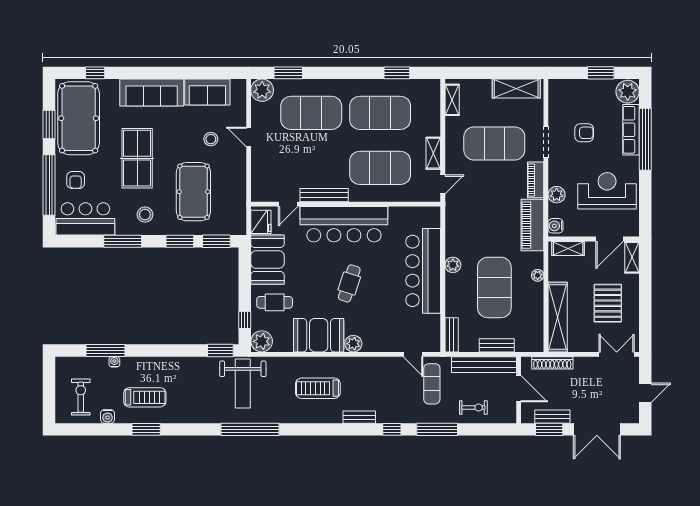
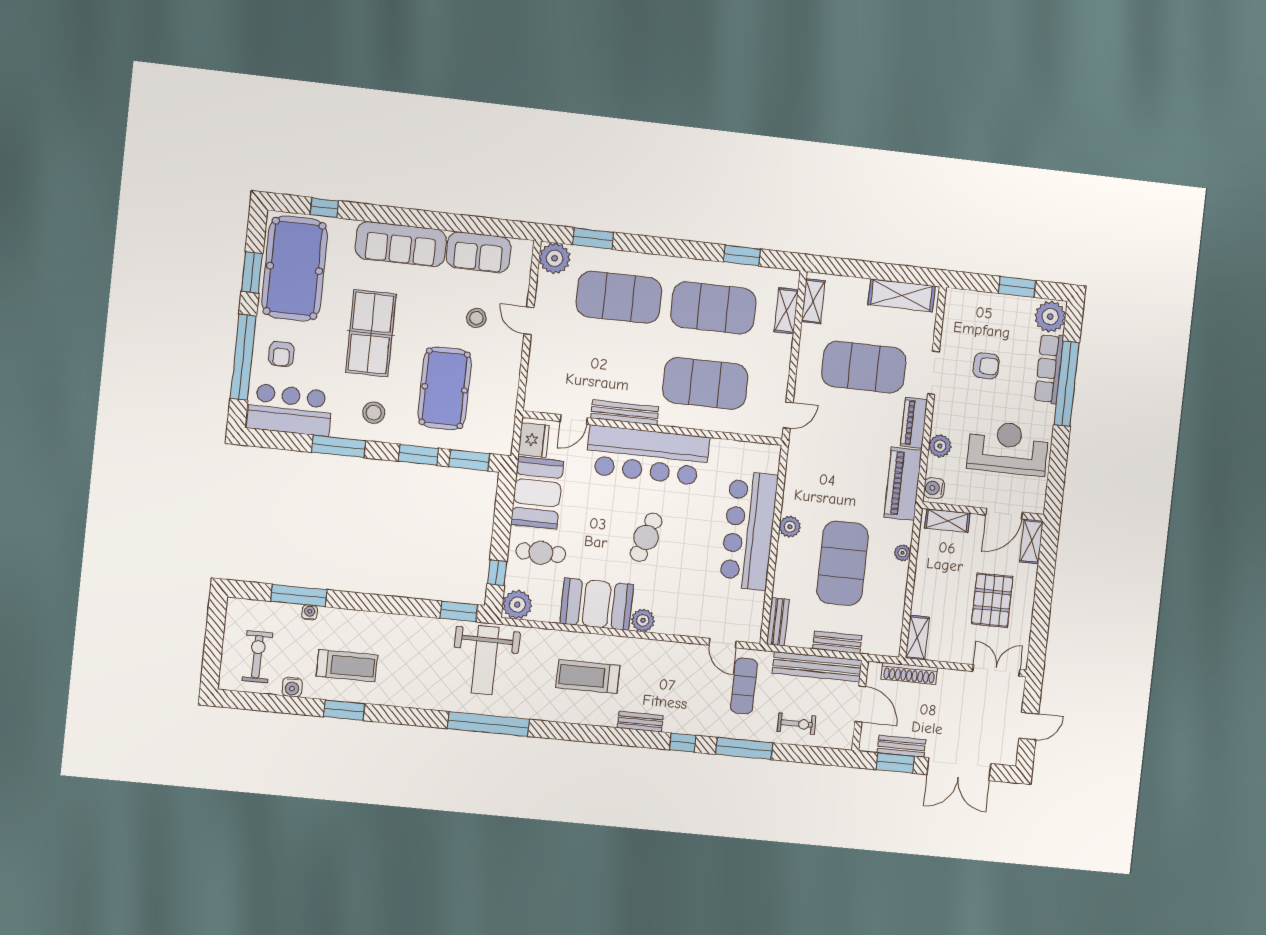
shelving: (433, 153) -> (786, 311), moved
shelving: (558, 317) -> (917, 638), width x0.45, depth x0.75

